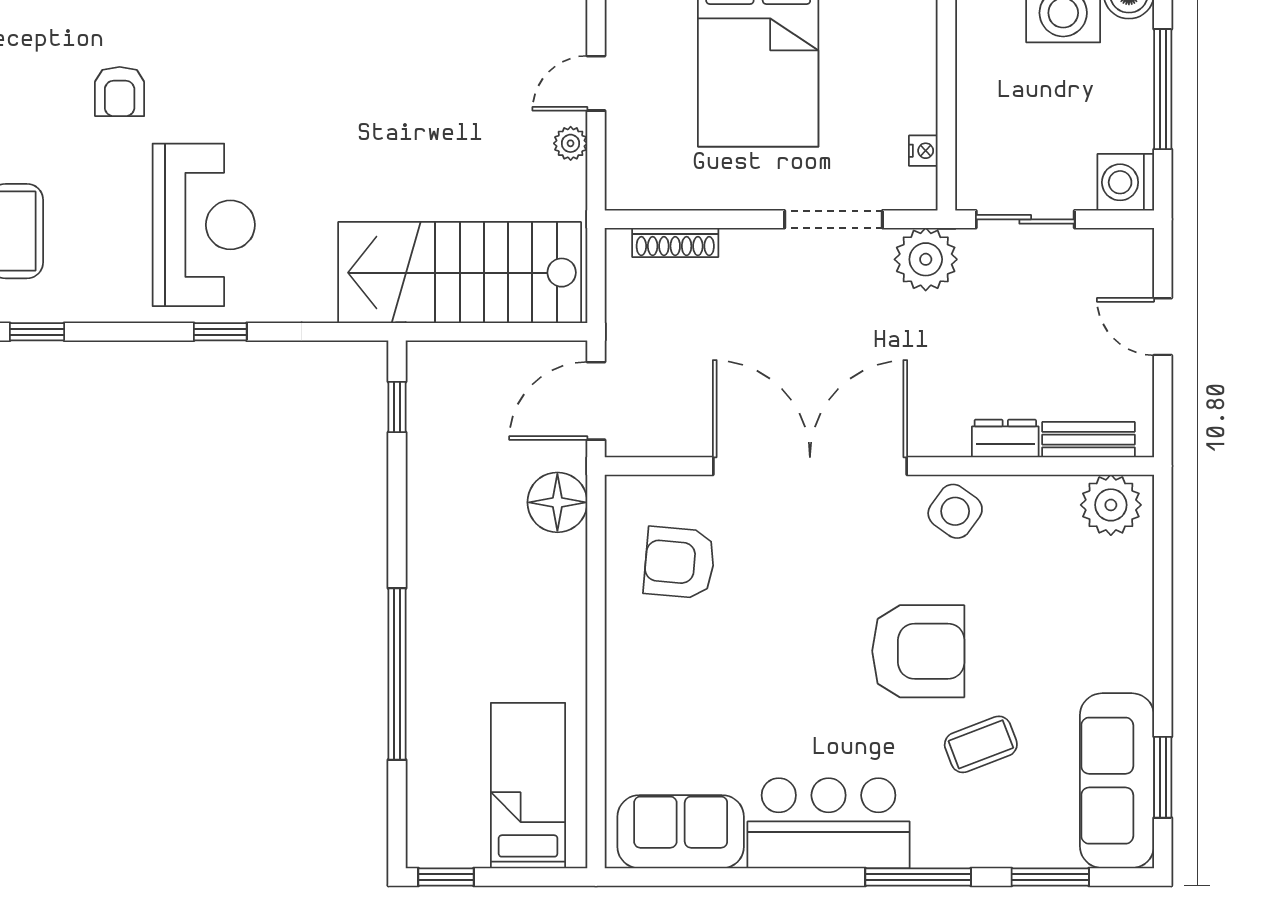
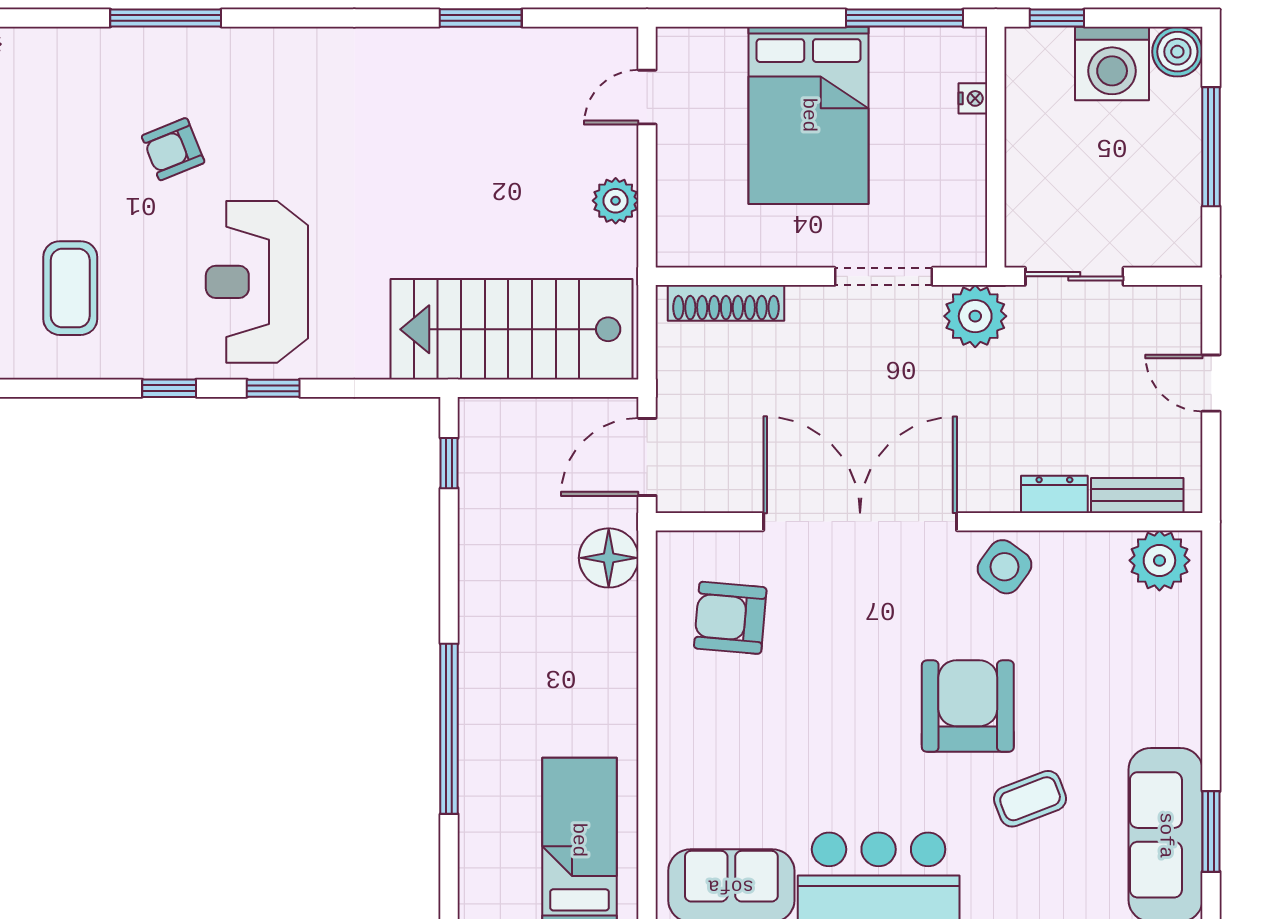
door: (596, 83) -> (647, 97), moved
armchair: (120, 92) -> (173, 149), turned 68
plant: (571, 143) -> (616, 201), width x1.38, depth x1.38
nightstand: (923, 151) -> (973, 98), moved
washing machine: (1126, 182) -> (1174, 239), removed
reception desk: (204, 225) -> (257, 282), turned 180
shoe rack: (675, 243) -> (726, 303), width x1.36, depth x1.24
window: (37, 332) -> (169, 388), moved
armchair: (918, 651) -> (968, 706), turned -90

